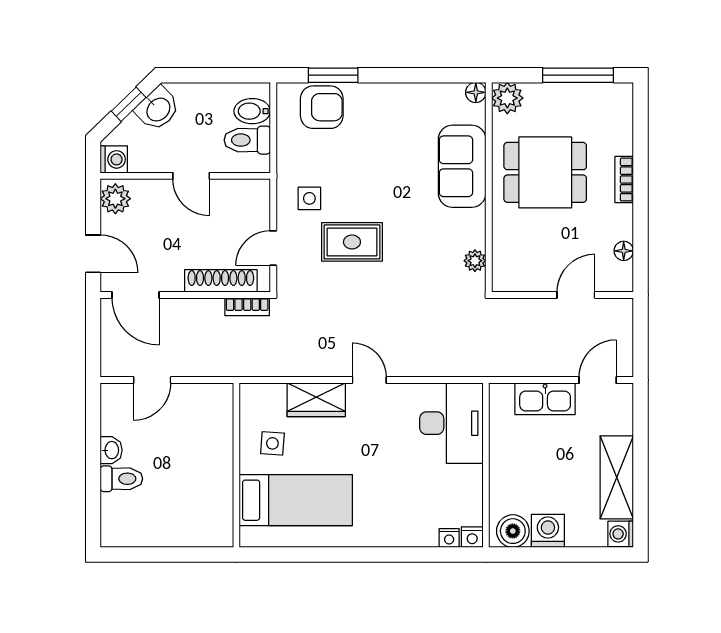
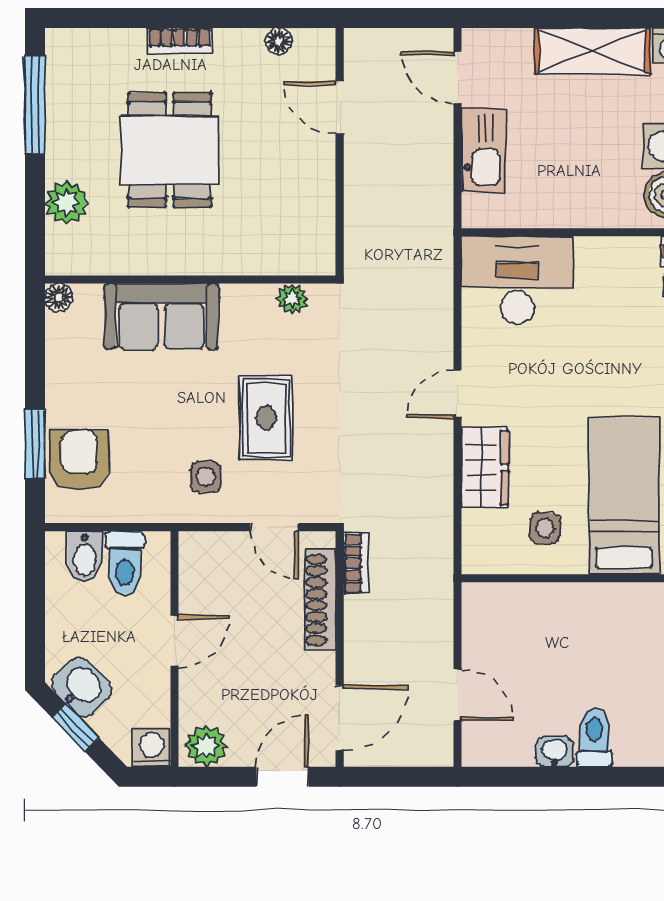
floor lamp: (476, 92) -> (59, 297), moved
sofa: (462, 166) -> (161, 316), moved
wall: (489, 187) -> (190, 279), moved
plant: (475, 261) -> (292, 299), moved

